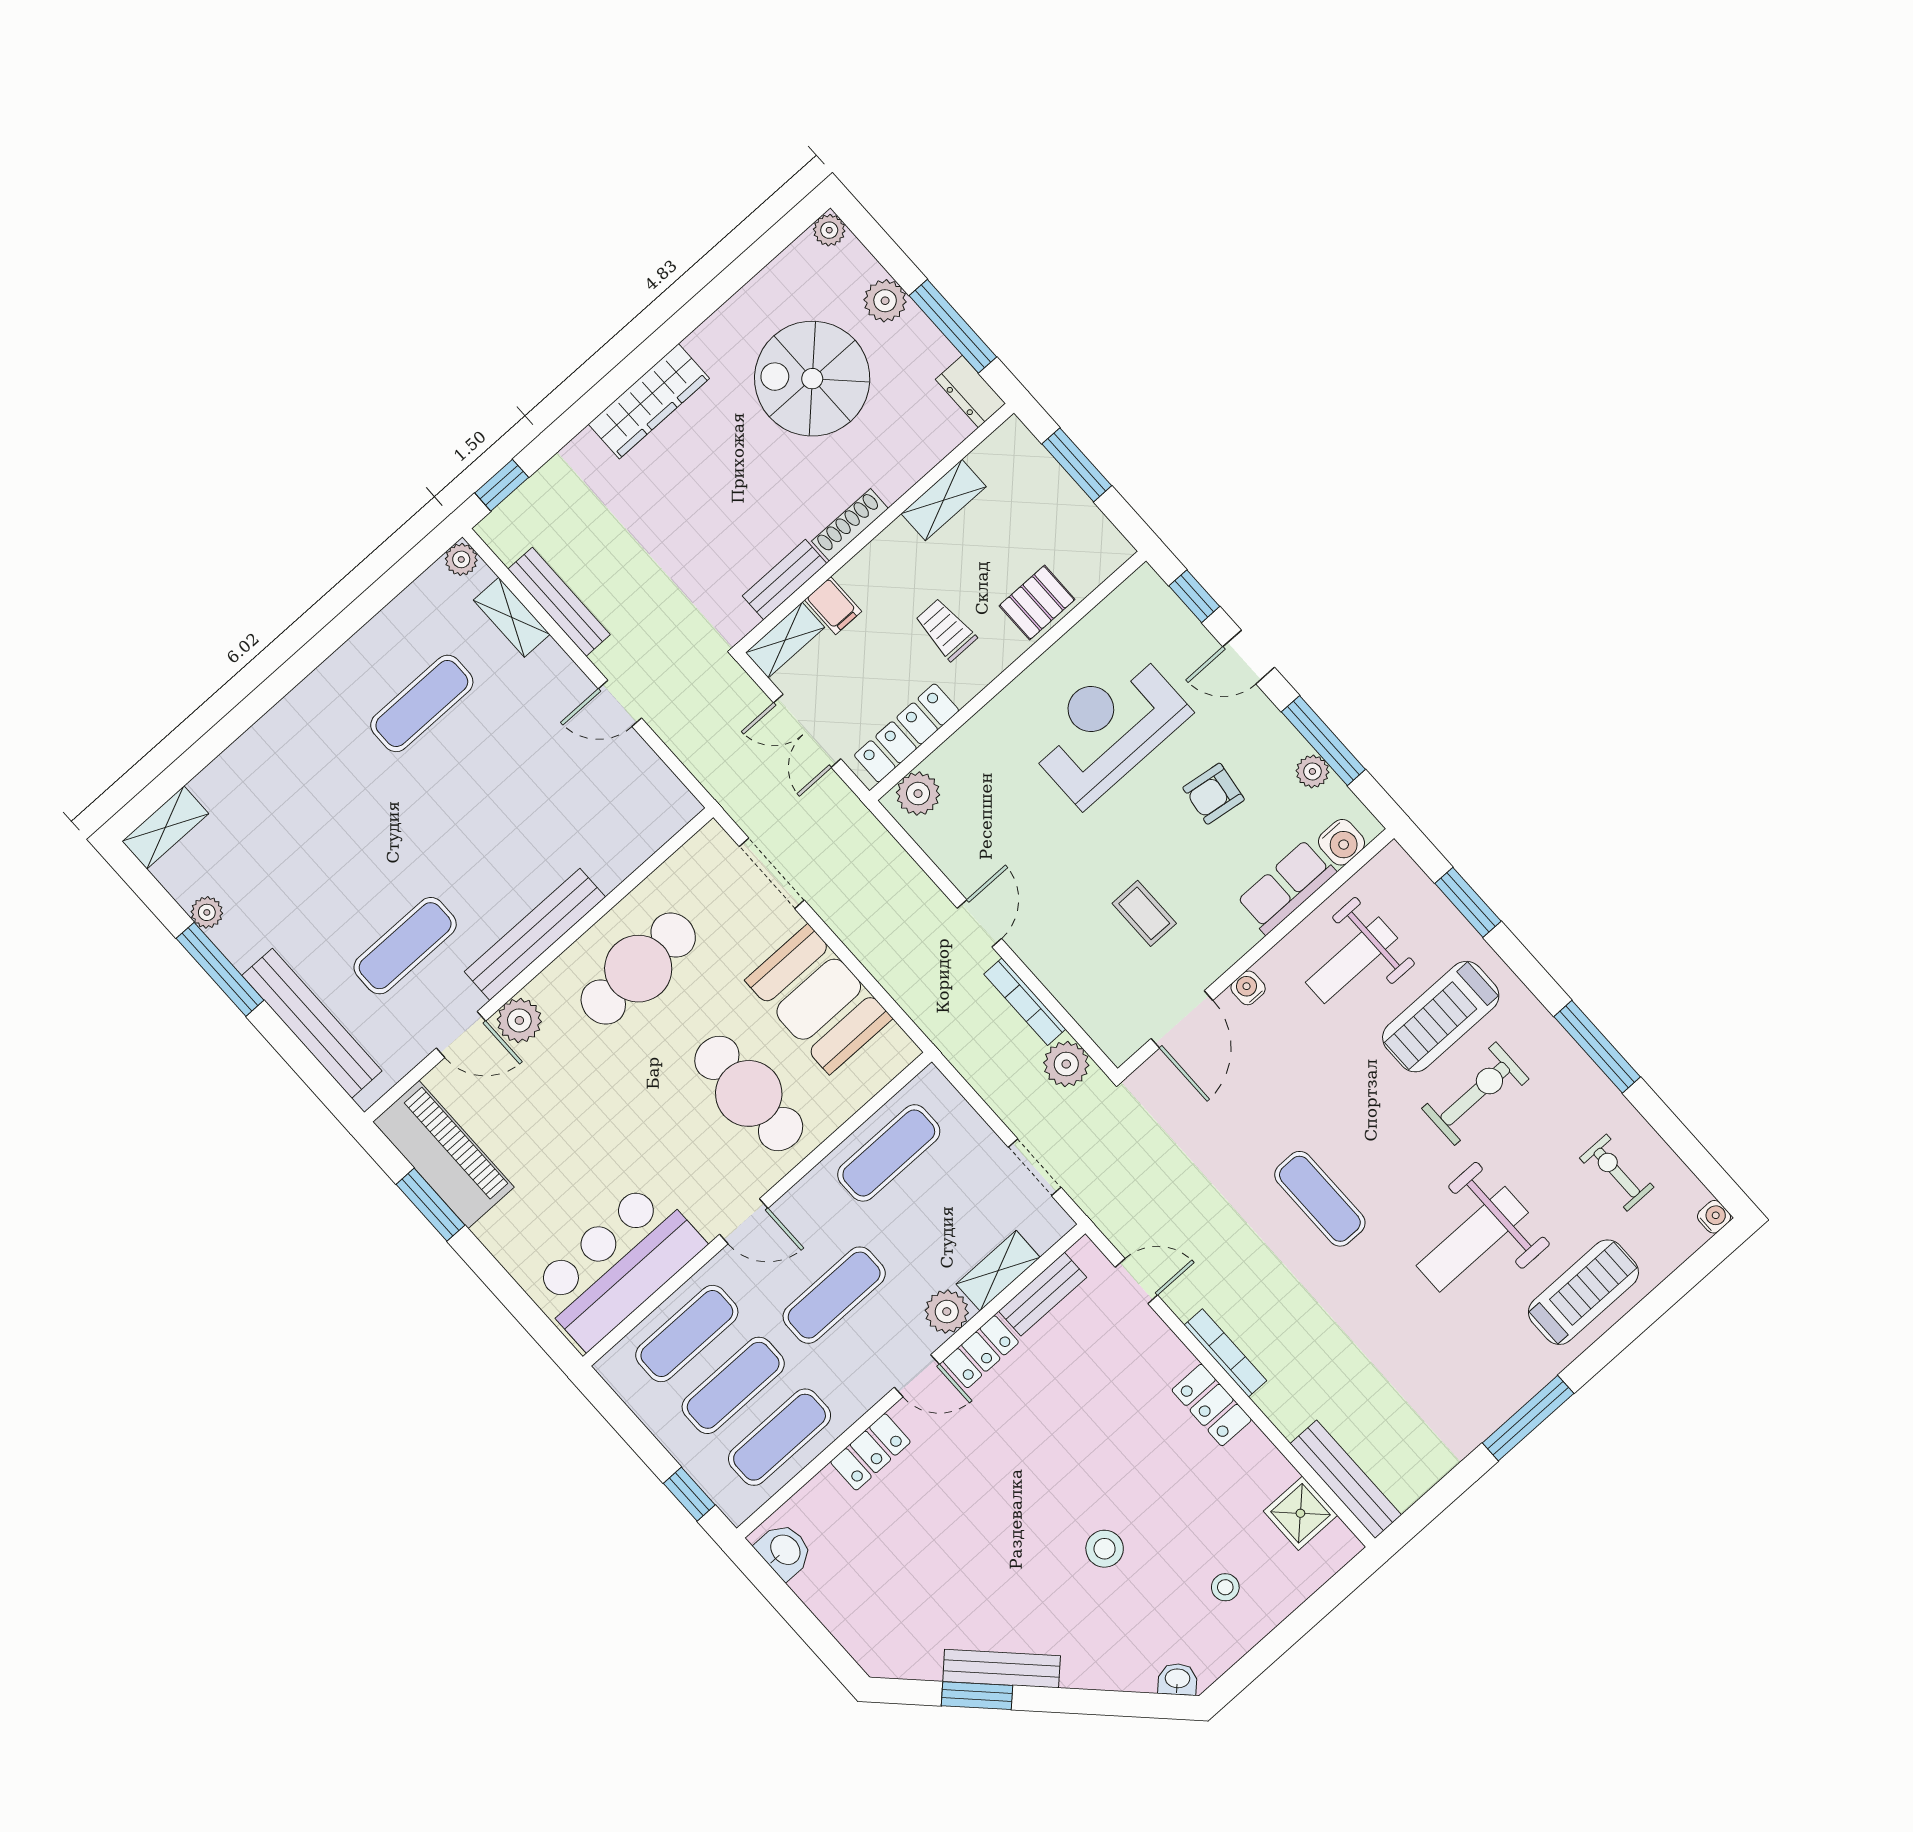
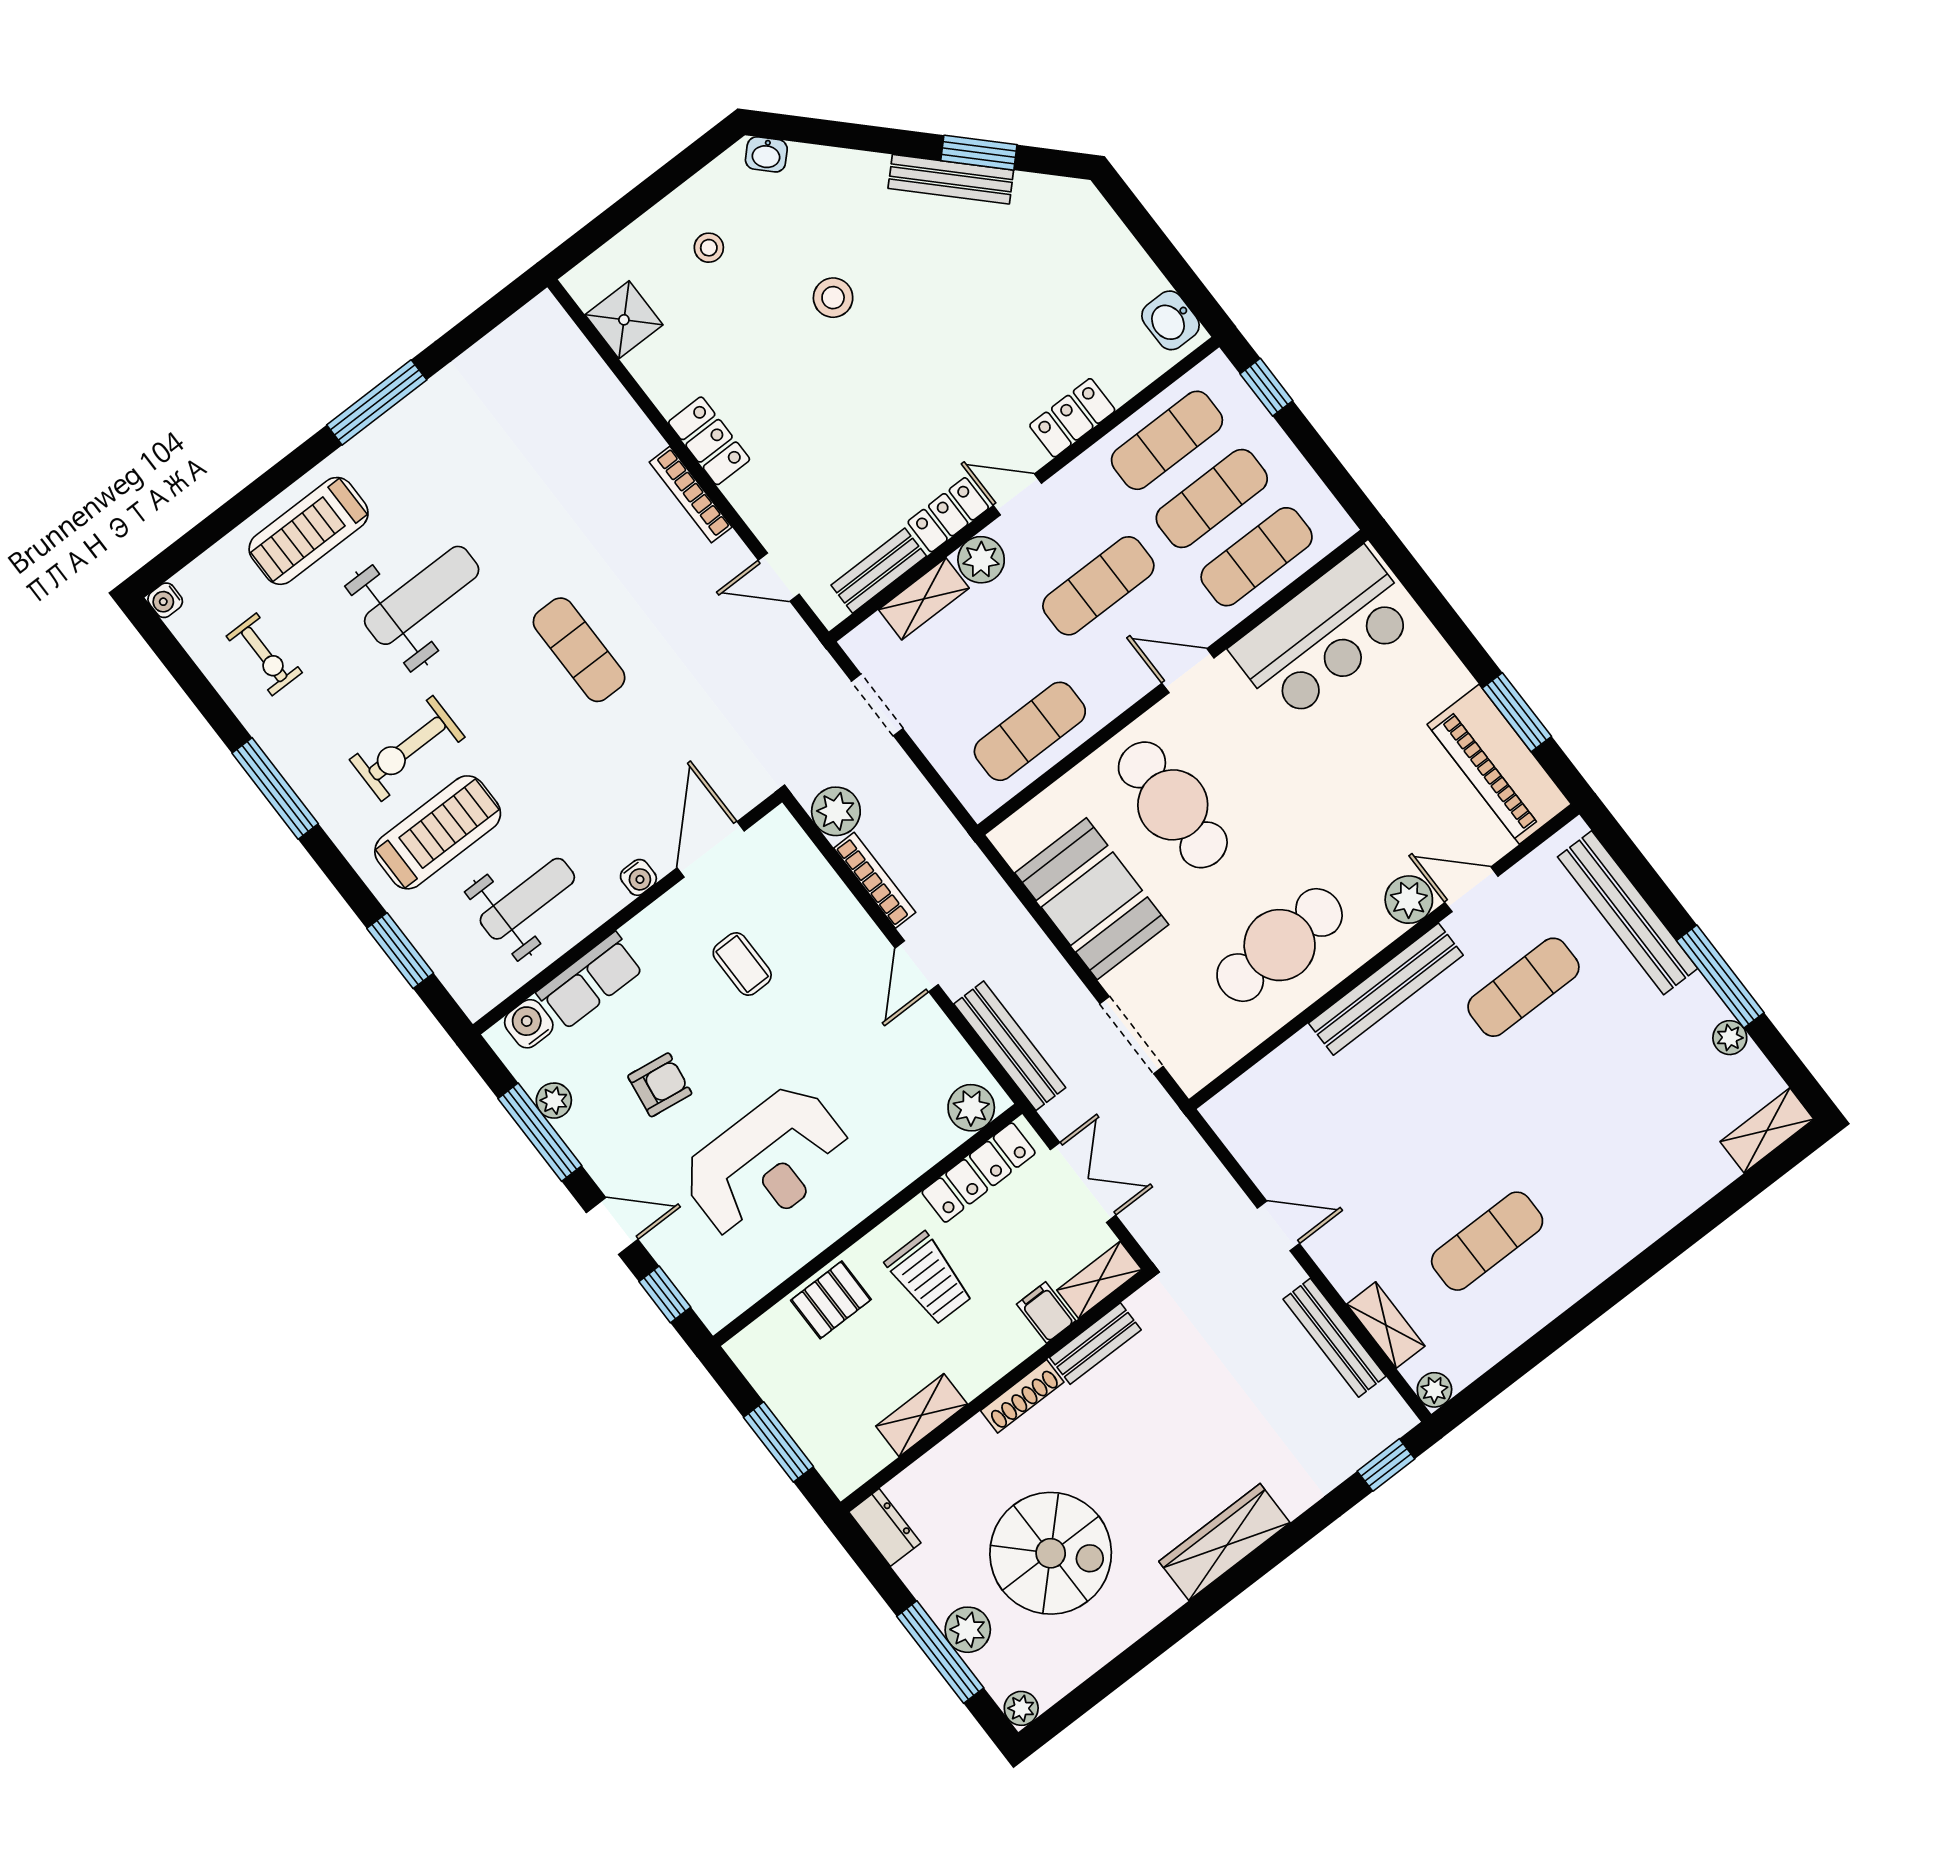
window: (953, 326) -> (940, 1652), moved
trolley: (946, 629) -> (929, 1279), width x1.36, depth x1.39
bench: (1346, 1479) -> (1010, 1046), moved

